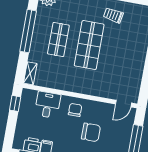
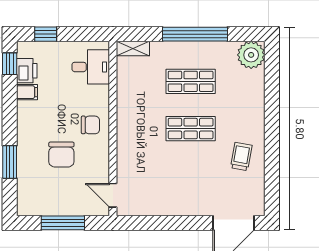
shop shelf: (89, 45) -> (191, 129), width x0.70, depth x0.74
window: (15, 103) -> (46, 34), moved
desk: (48, 105) -> (91, 67), moved

